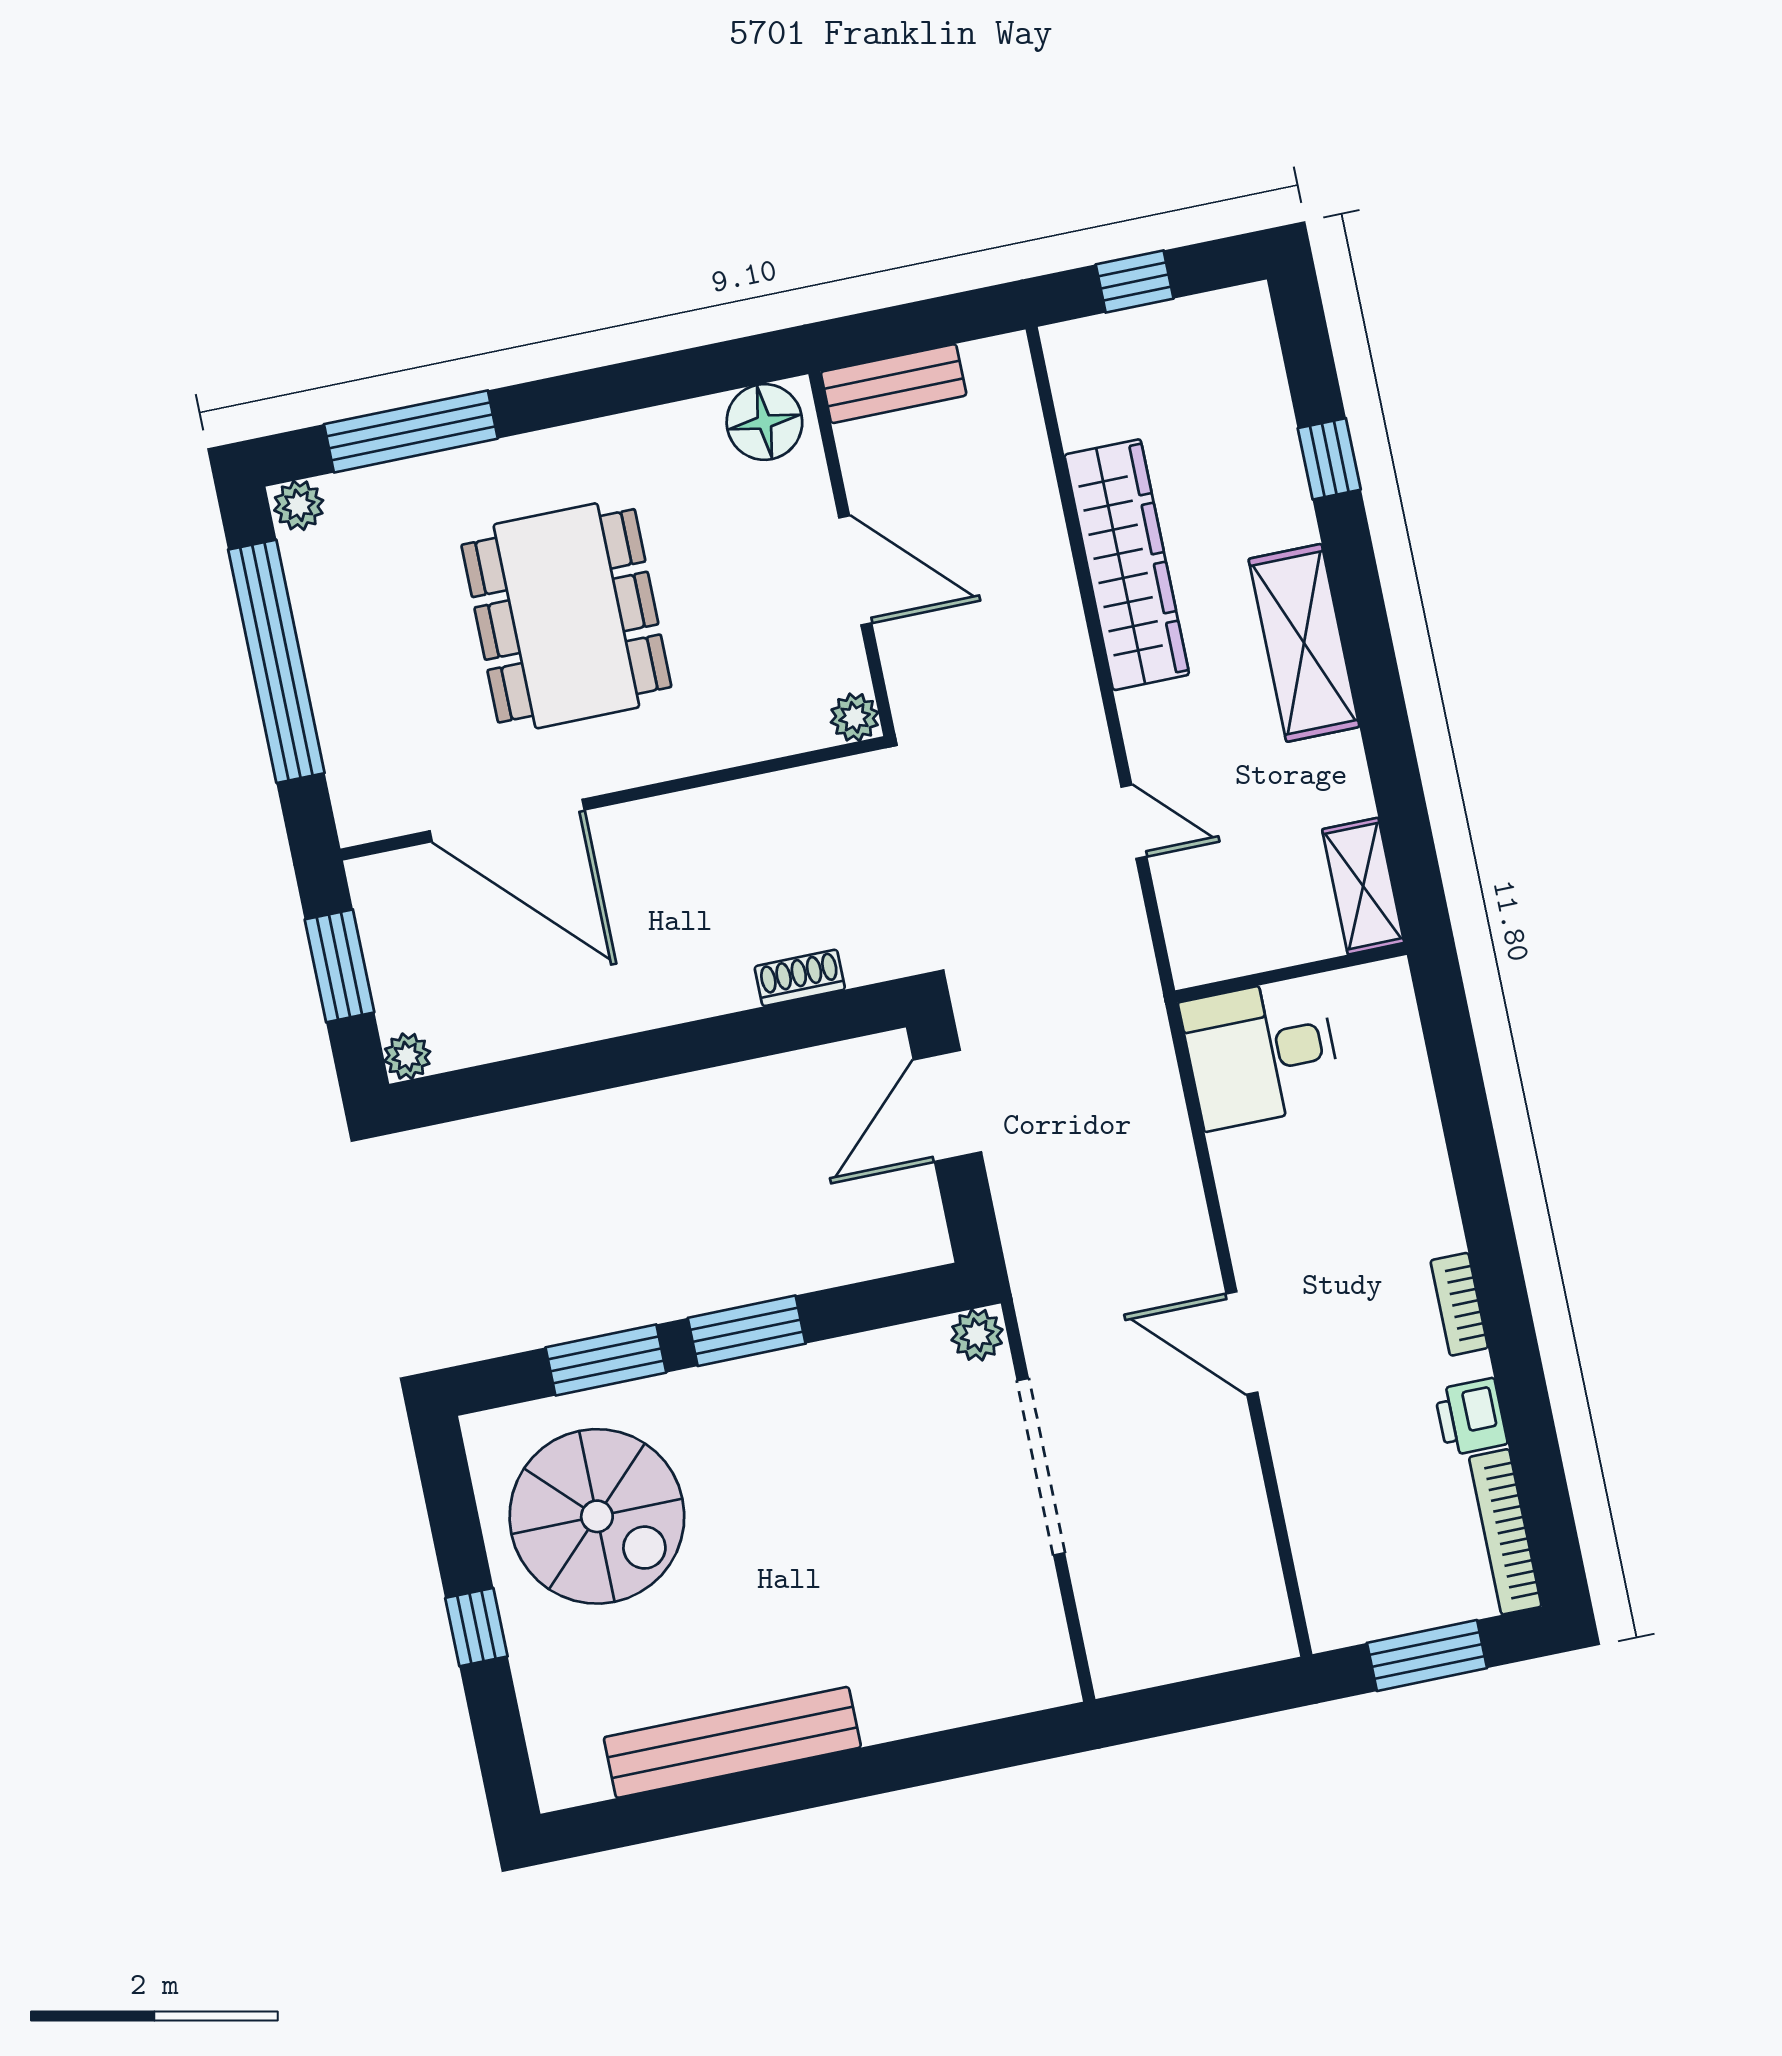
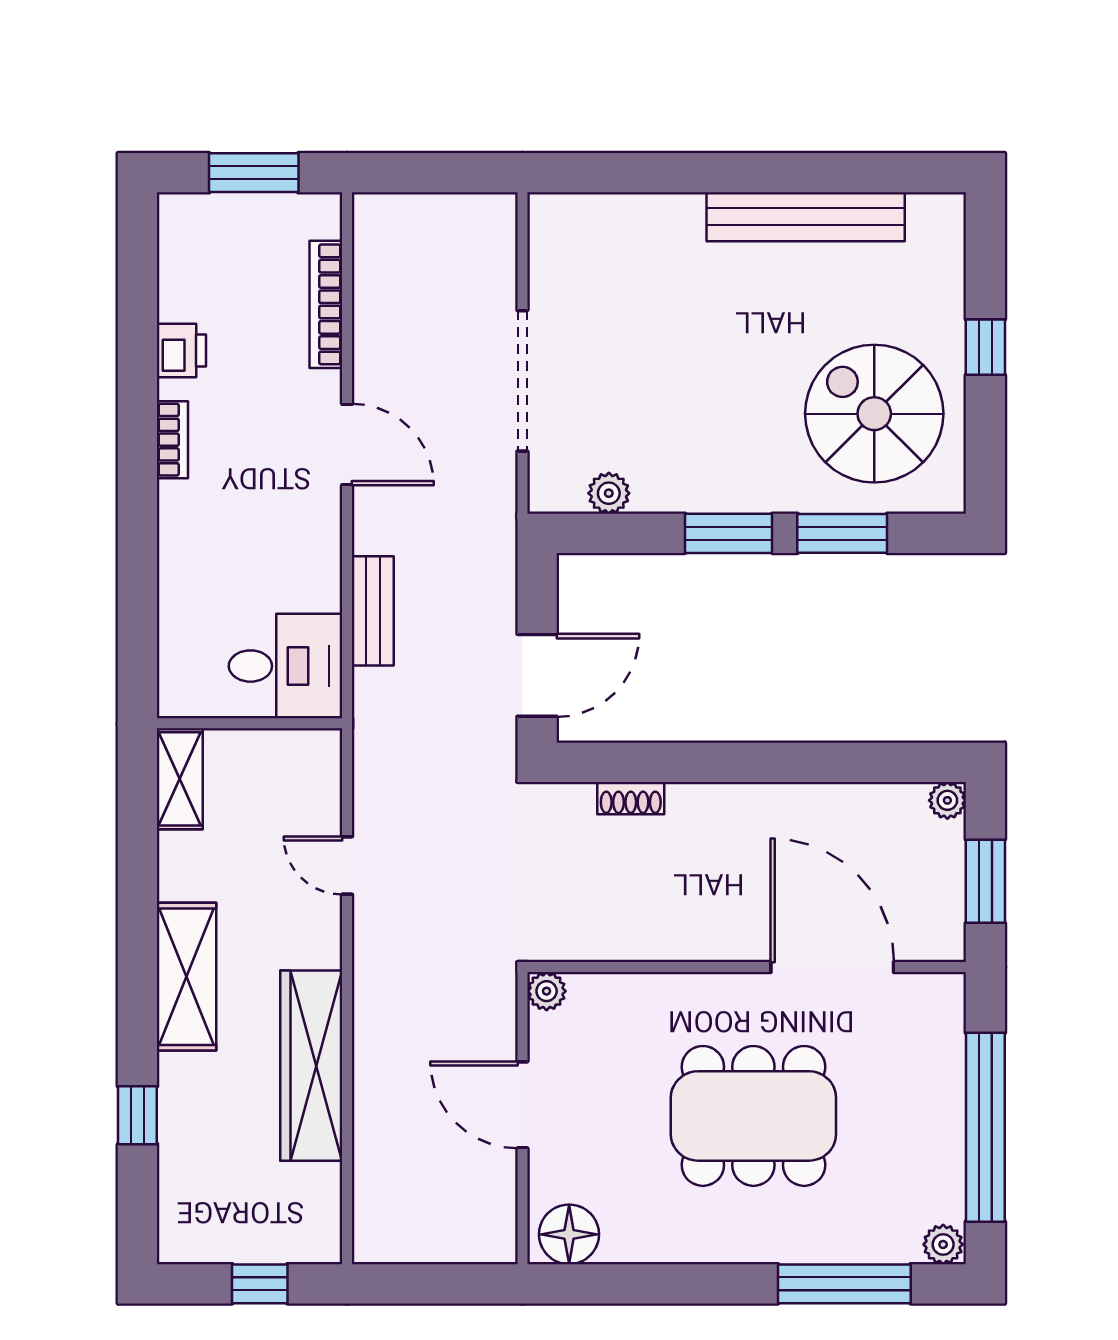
bench: (894, 384) -> (373, 611), moved, turned 90
dining table: (566, 616) -> (753, 1116), turned 90
plant: (977, 1335) -> (609, 493), moved
bookcase: (1505, 1532) -> (326, 304), moved, turned 180

